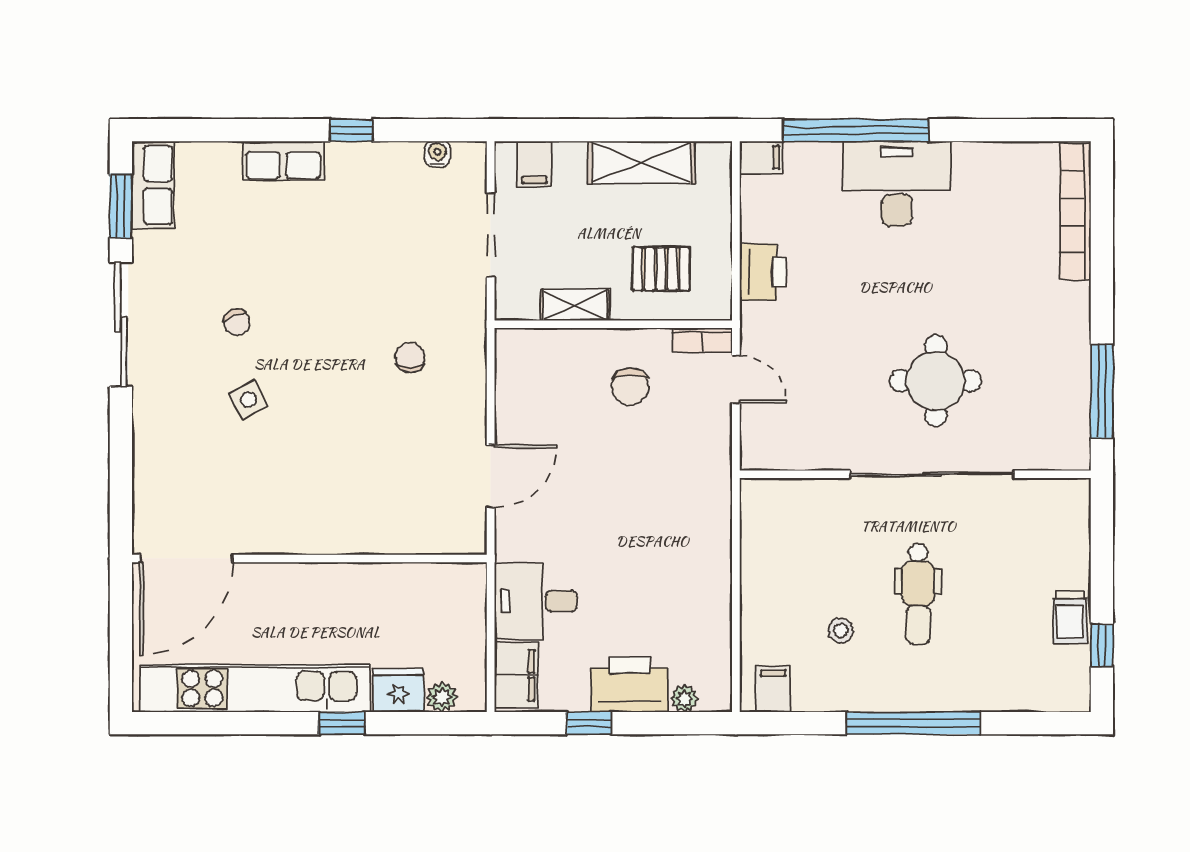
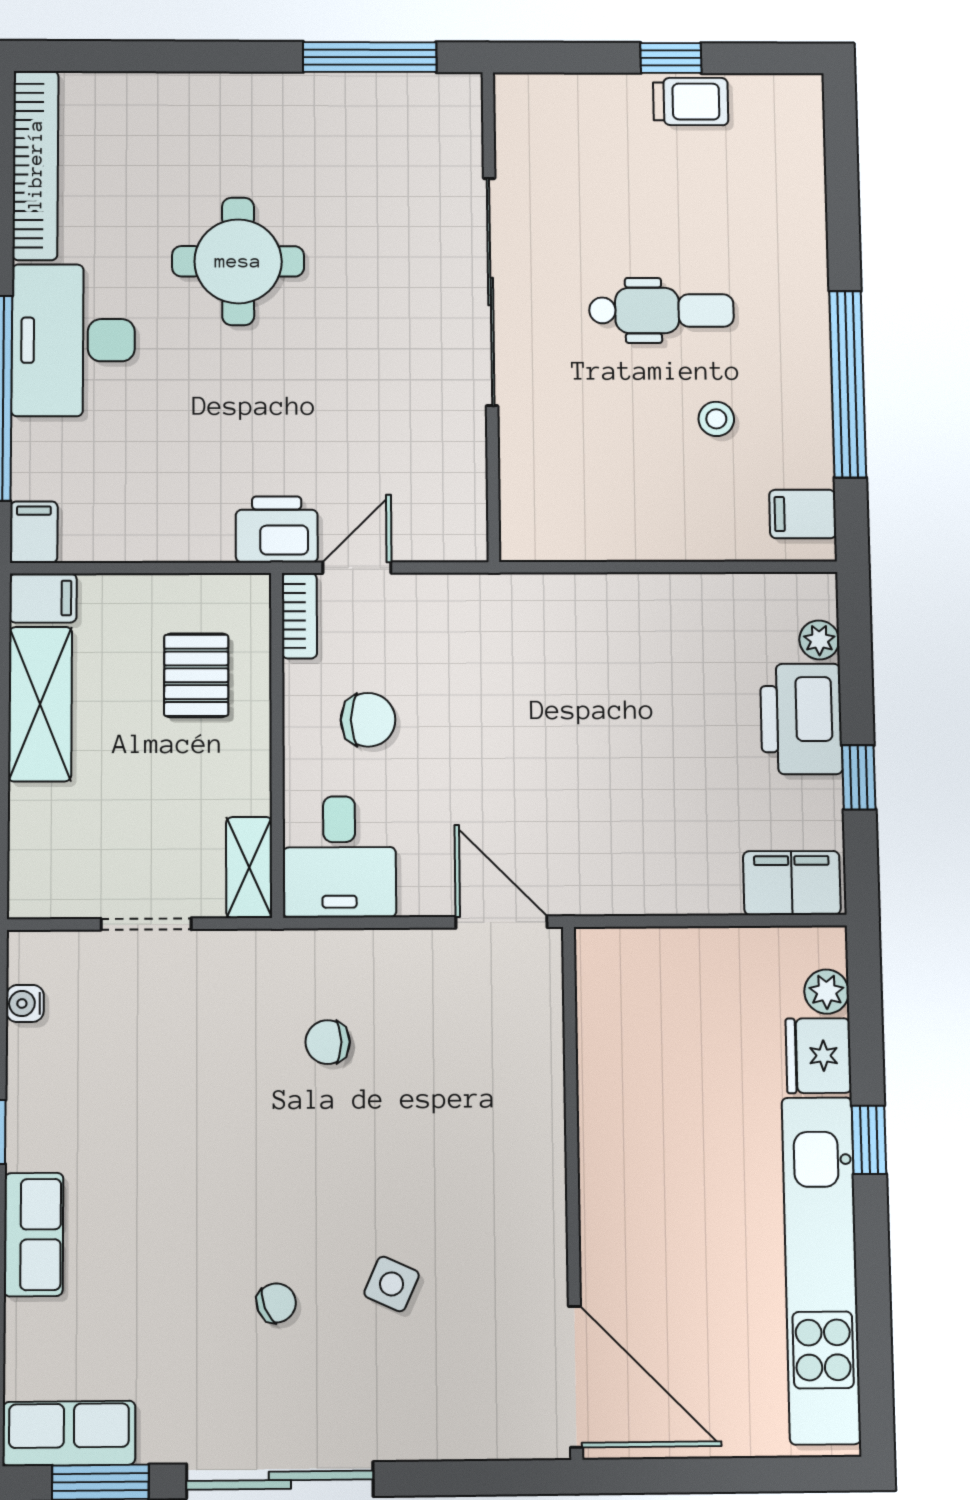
filing cabinet: (534, 164) -> (43, 598), moved
bookcase: (1075, 212) -> (35, 165), moved, turned -90
doorway: (491, 235) -> (146, 924), width x0.73
printer: (763, 272) -> (277, 529), moved
shelving: (575, 305) -> (249, 867), moved
round table: (936, 381) -> (238, 261), moved
side table: (249, 400) -> (392, 1284), turned -38
door: (186, 558) -> (575, 1377), moved
wall: (309, 558) -> (573, 1190), moved
desk: (536, 601) -> (339, 857), moved
window: (1102, 645) -> (671, 58), moved
window: (913, 723) -> (848, 384), moved

